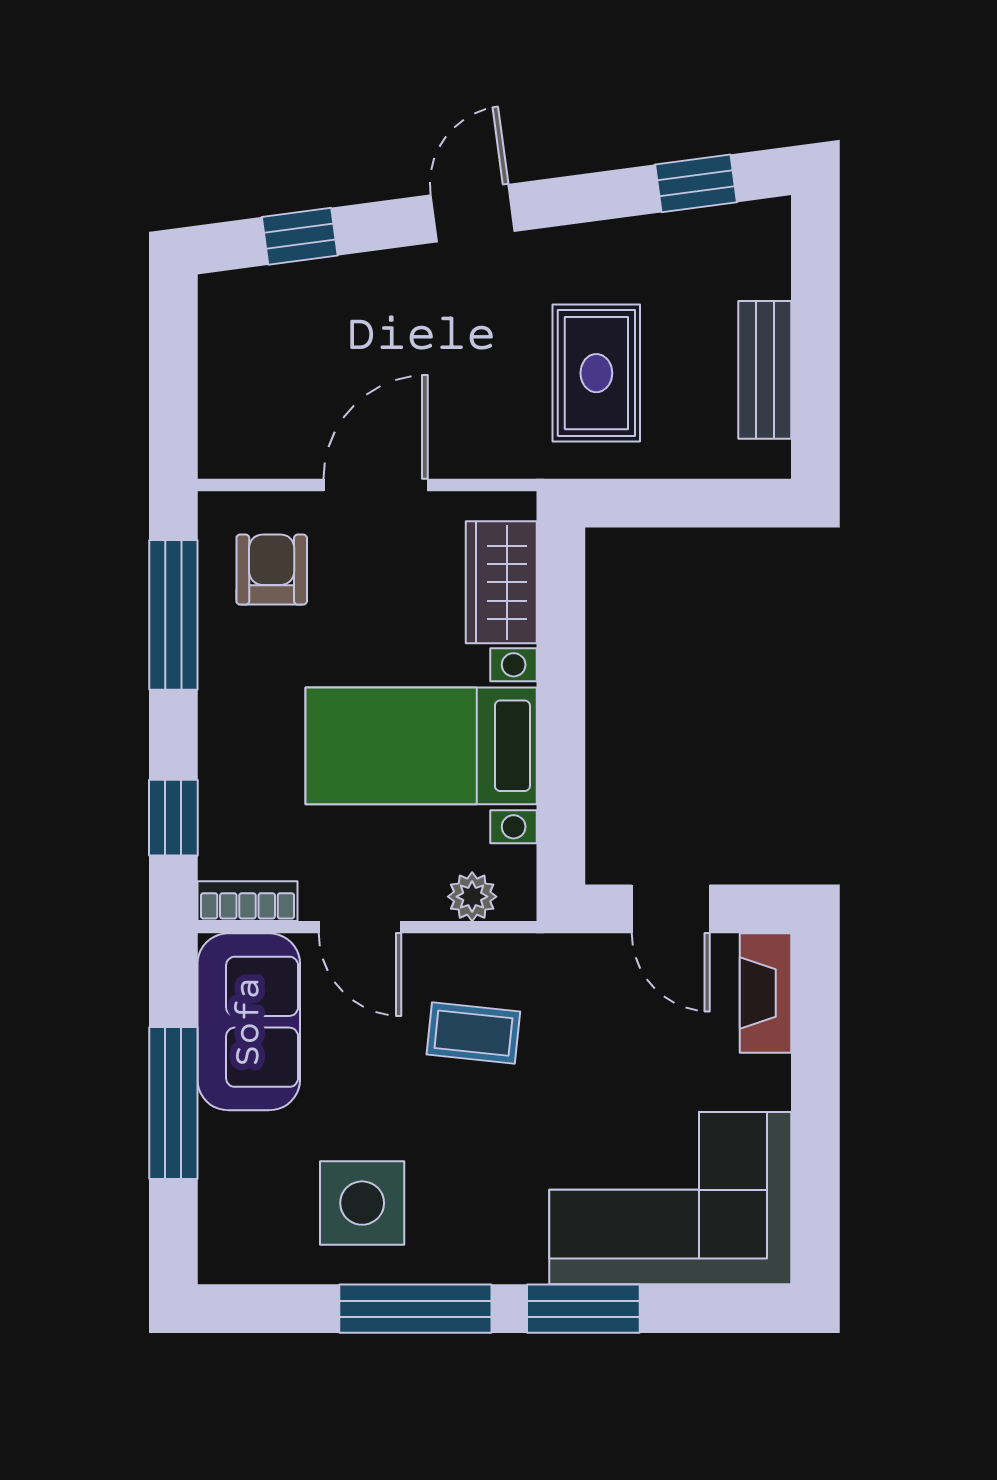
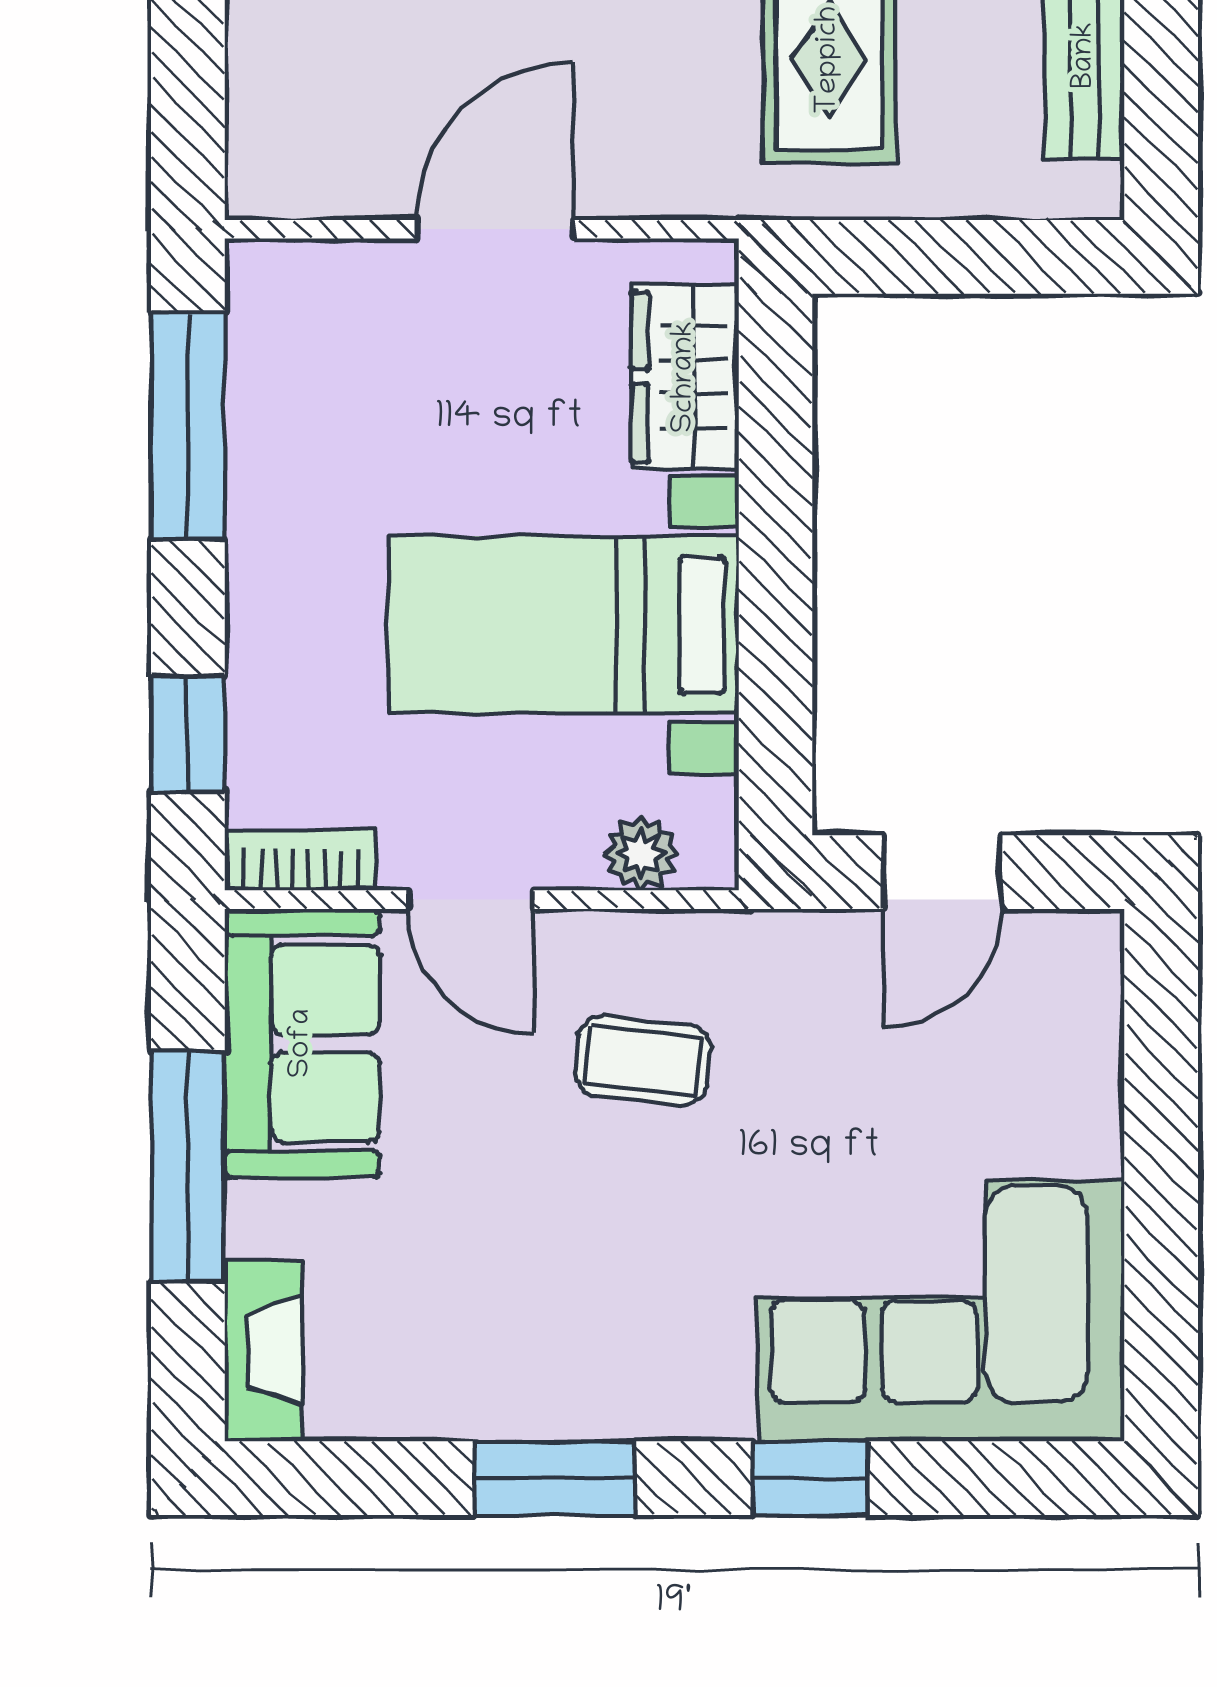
armchair: (272, 570) -> (337, 358), removed
door: (671, 909) -> (942, 872), hinge flipped
fireplace: (765, 993) -> (263, 1351), moved, turned 180
side table: (362, 1203) -> (474, 1318), removed
window: (415, 1309) -> (555, 1478), width x0.69
window: (583, 1309) -> (810, 1478), width x0.67

